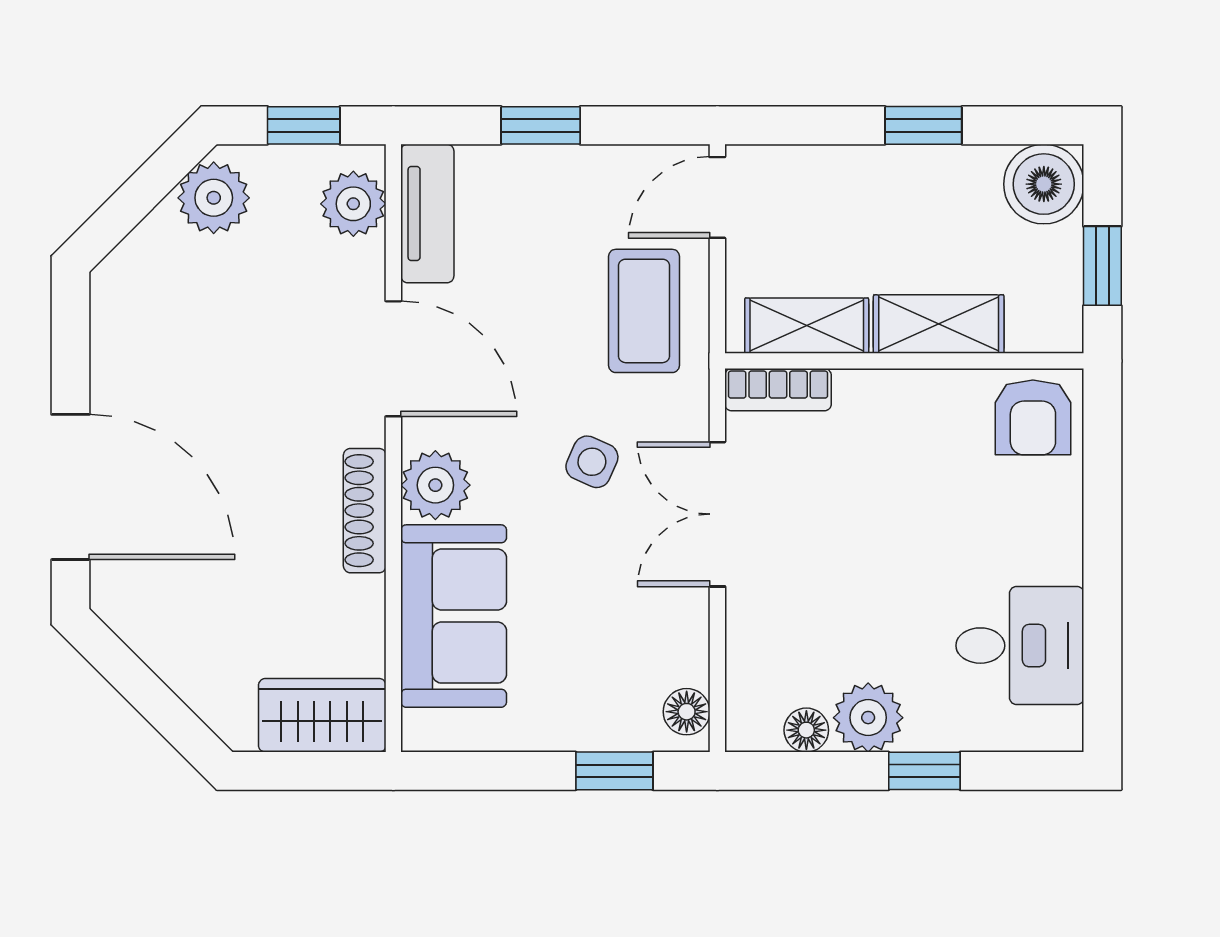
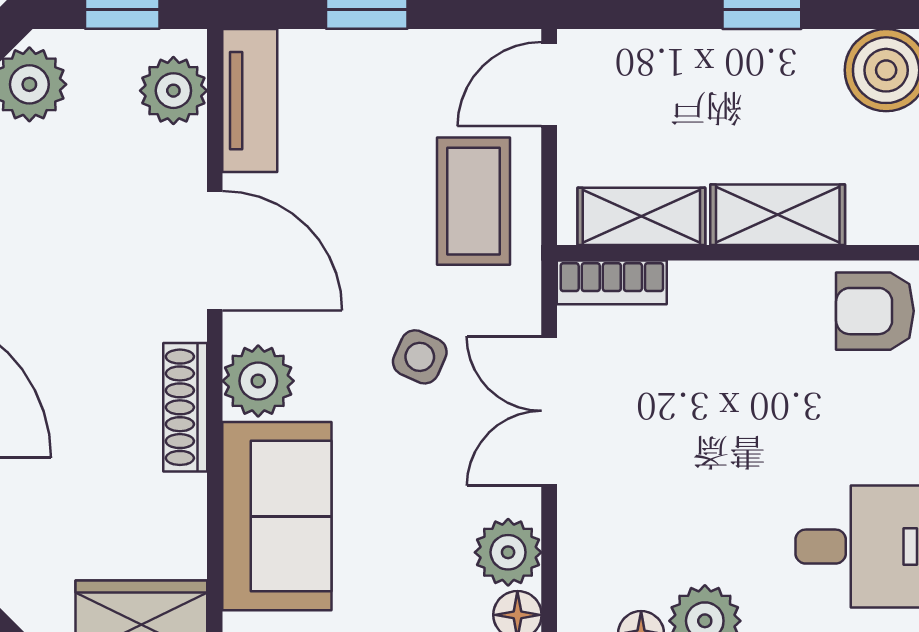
armchair: (1033, 417) -> (875, 311), turned 90
plant: (677, 651) -> (508, 552), added

